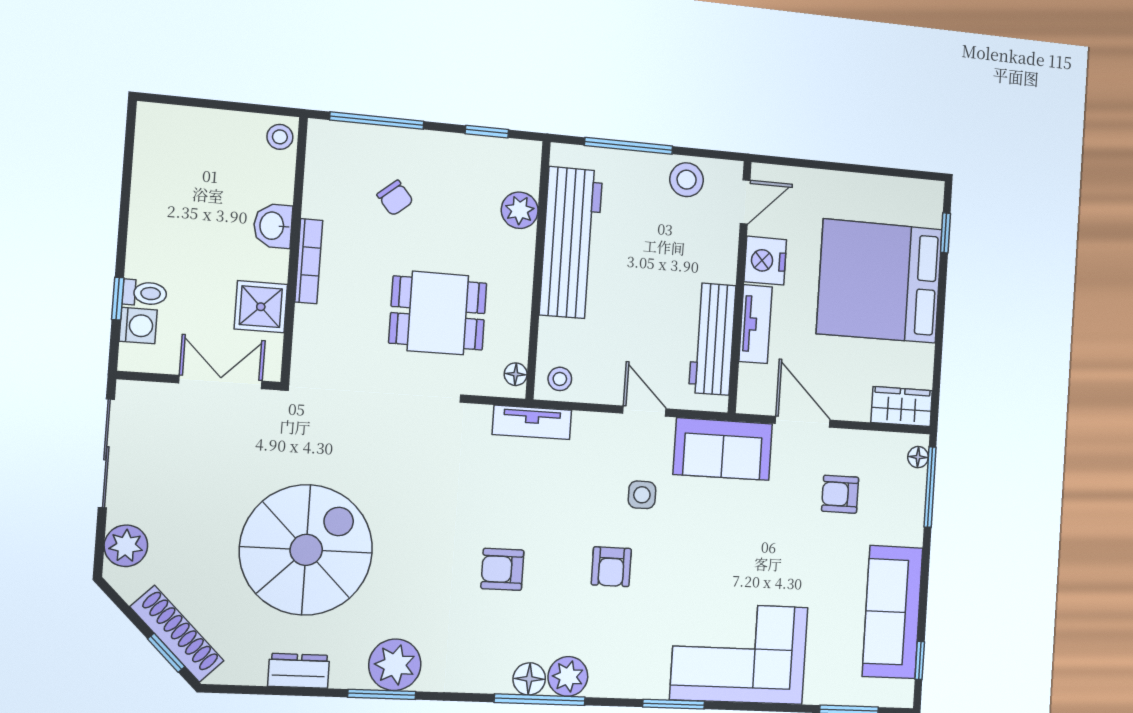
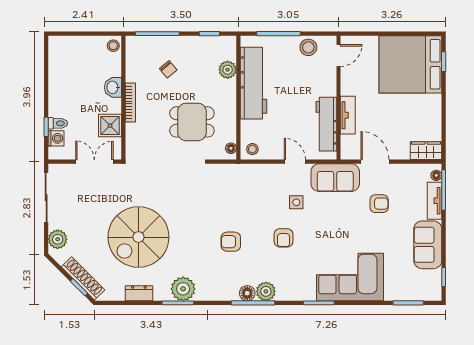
nightstand: (765, 261) -> (351, 84), removed
bed: (880, 281) -> (410, 64), moved
tv unit: (532, 422) -> (435, 201), moved, turned 90
armchair: (840, 494) -> (379, 204), moved, turned 180
spiral stairs: (306, 550) -> (138, 237), turned 180
sofa: (892, 612) -> (428, 245), width x0.73

